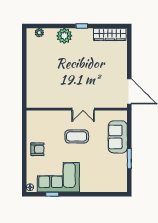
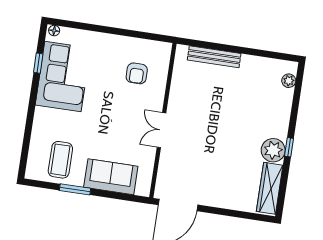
plant: (64, 36) -> (273, 150), moved
bench: (31, 83) -> (214, 57), added
coffee table: (77, 136) -> (60, 160), moved
armchair: (37, 149) -> (137, 73), moved

